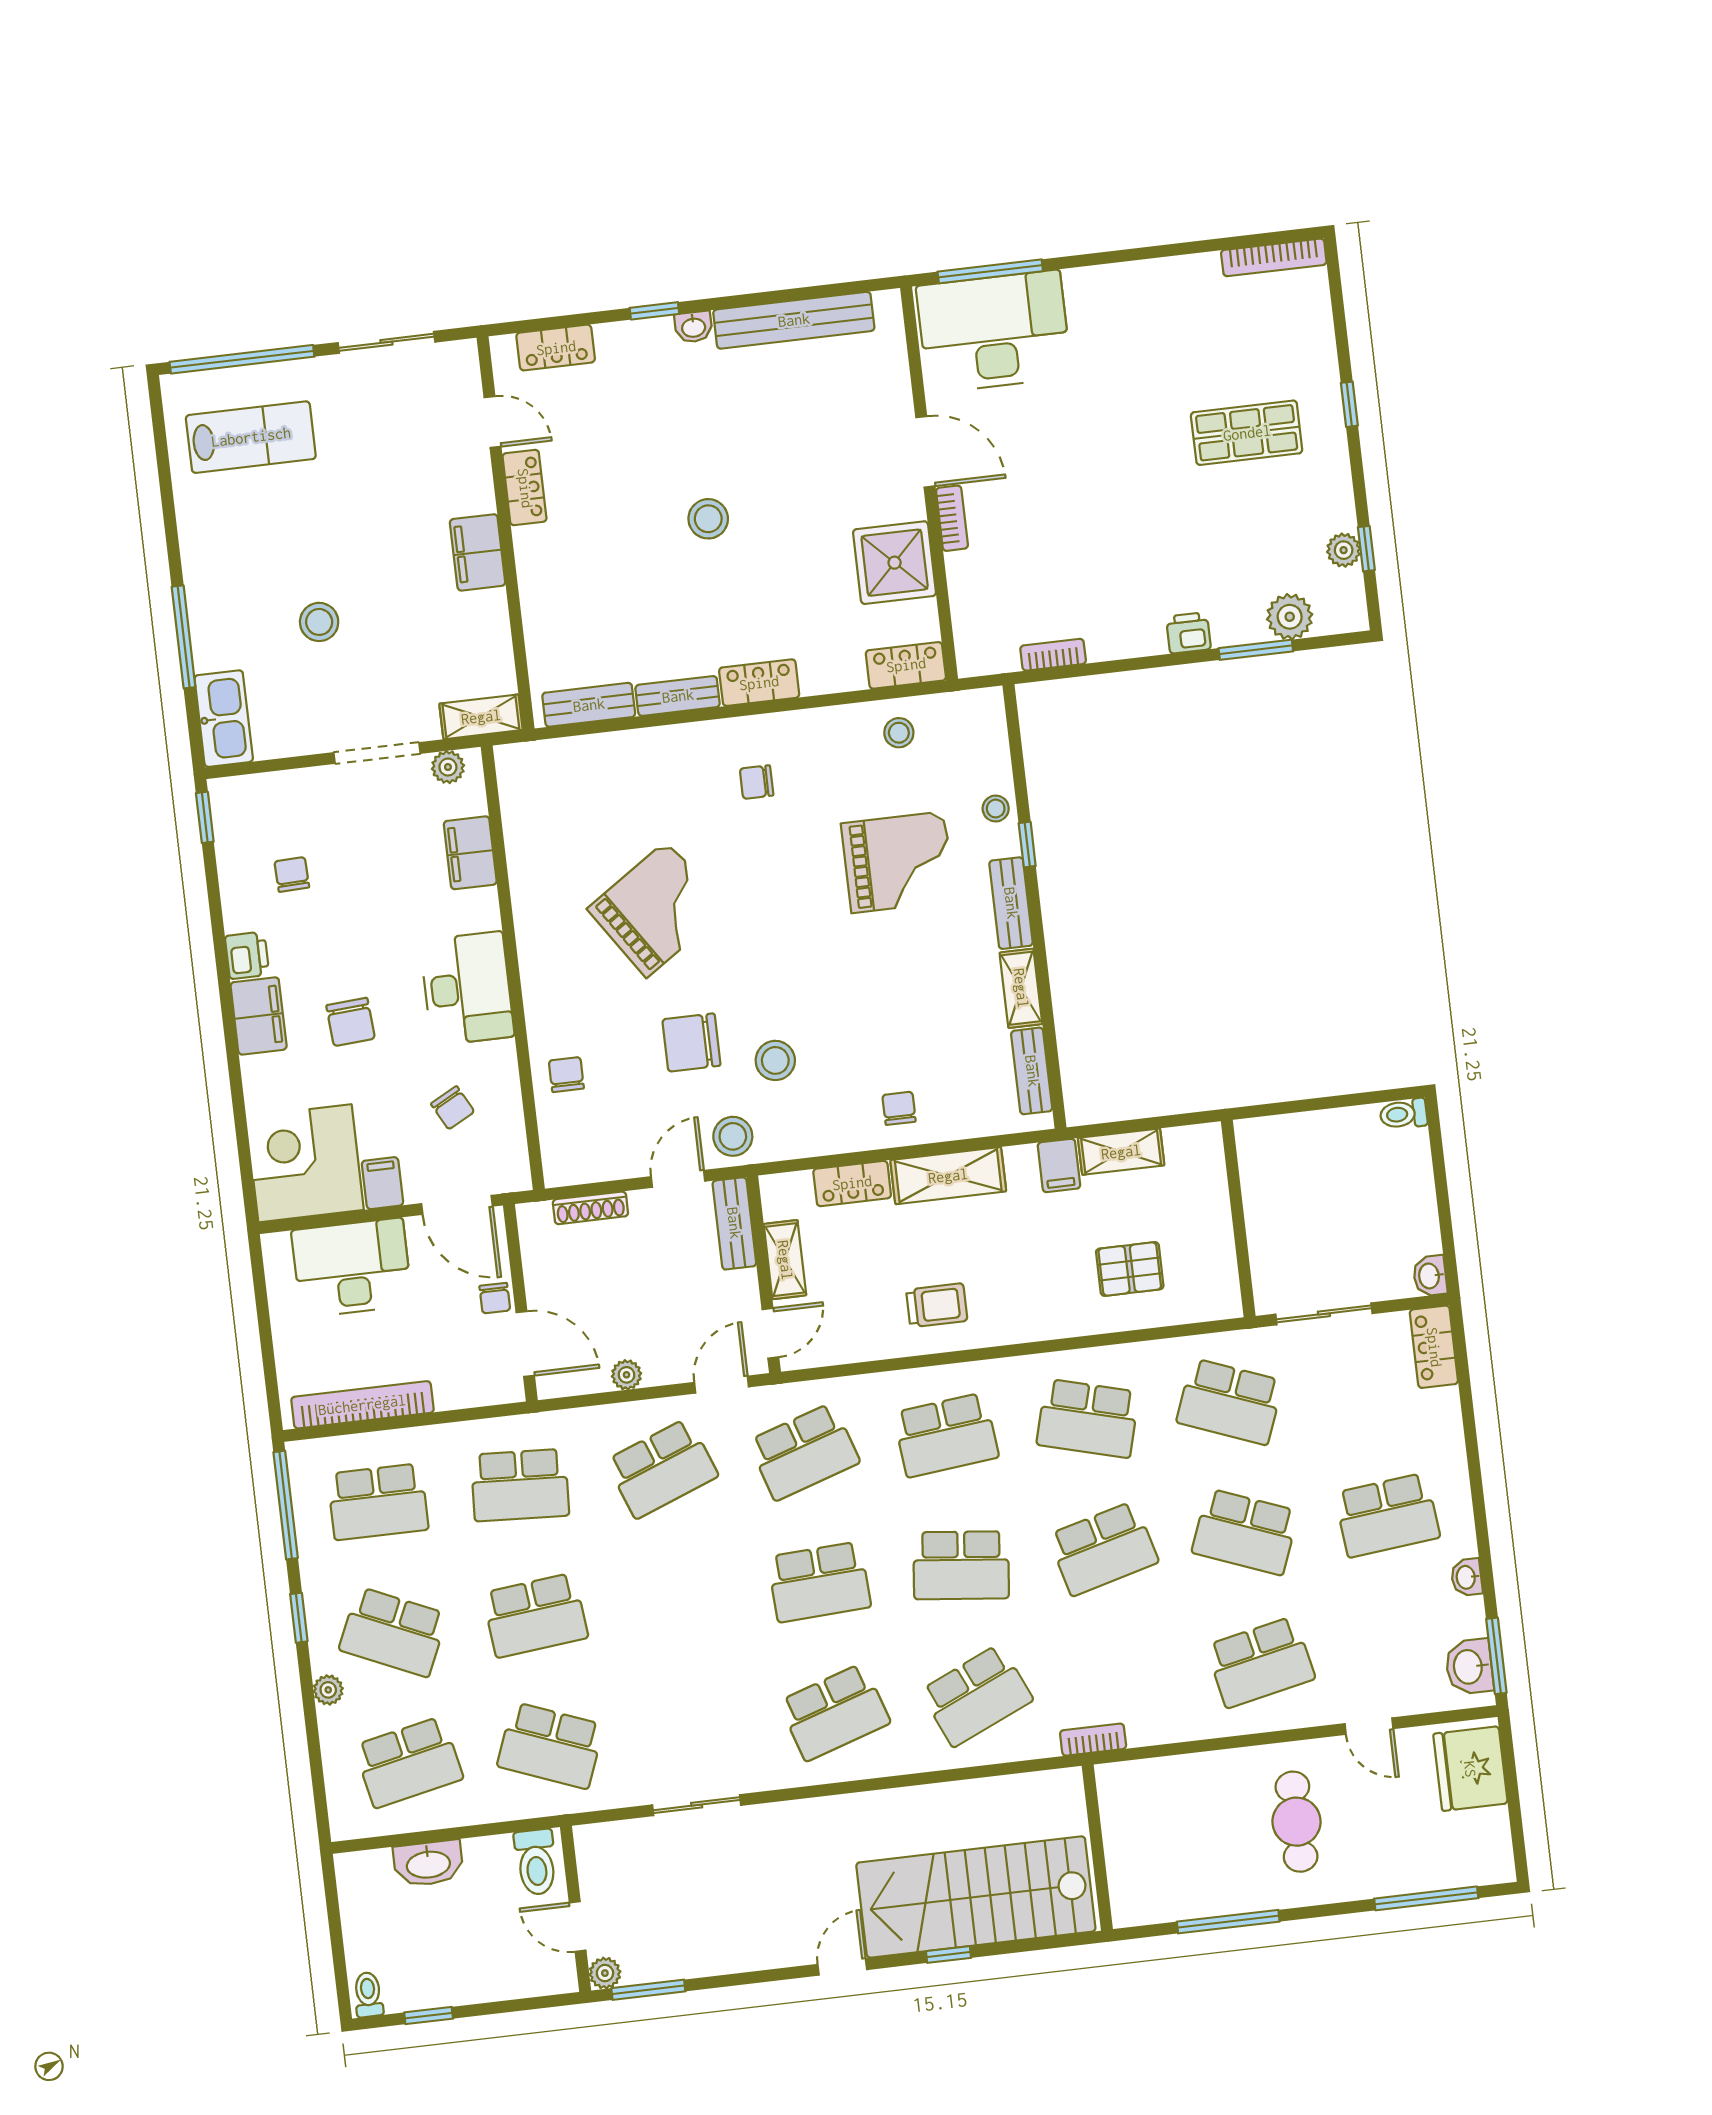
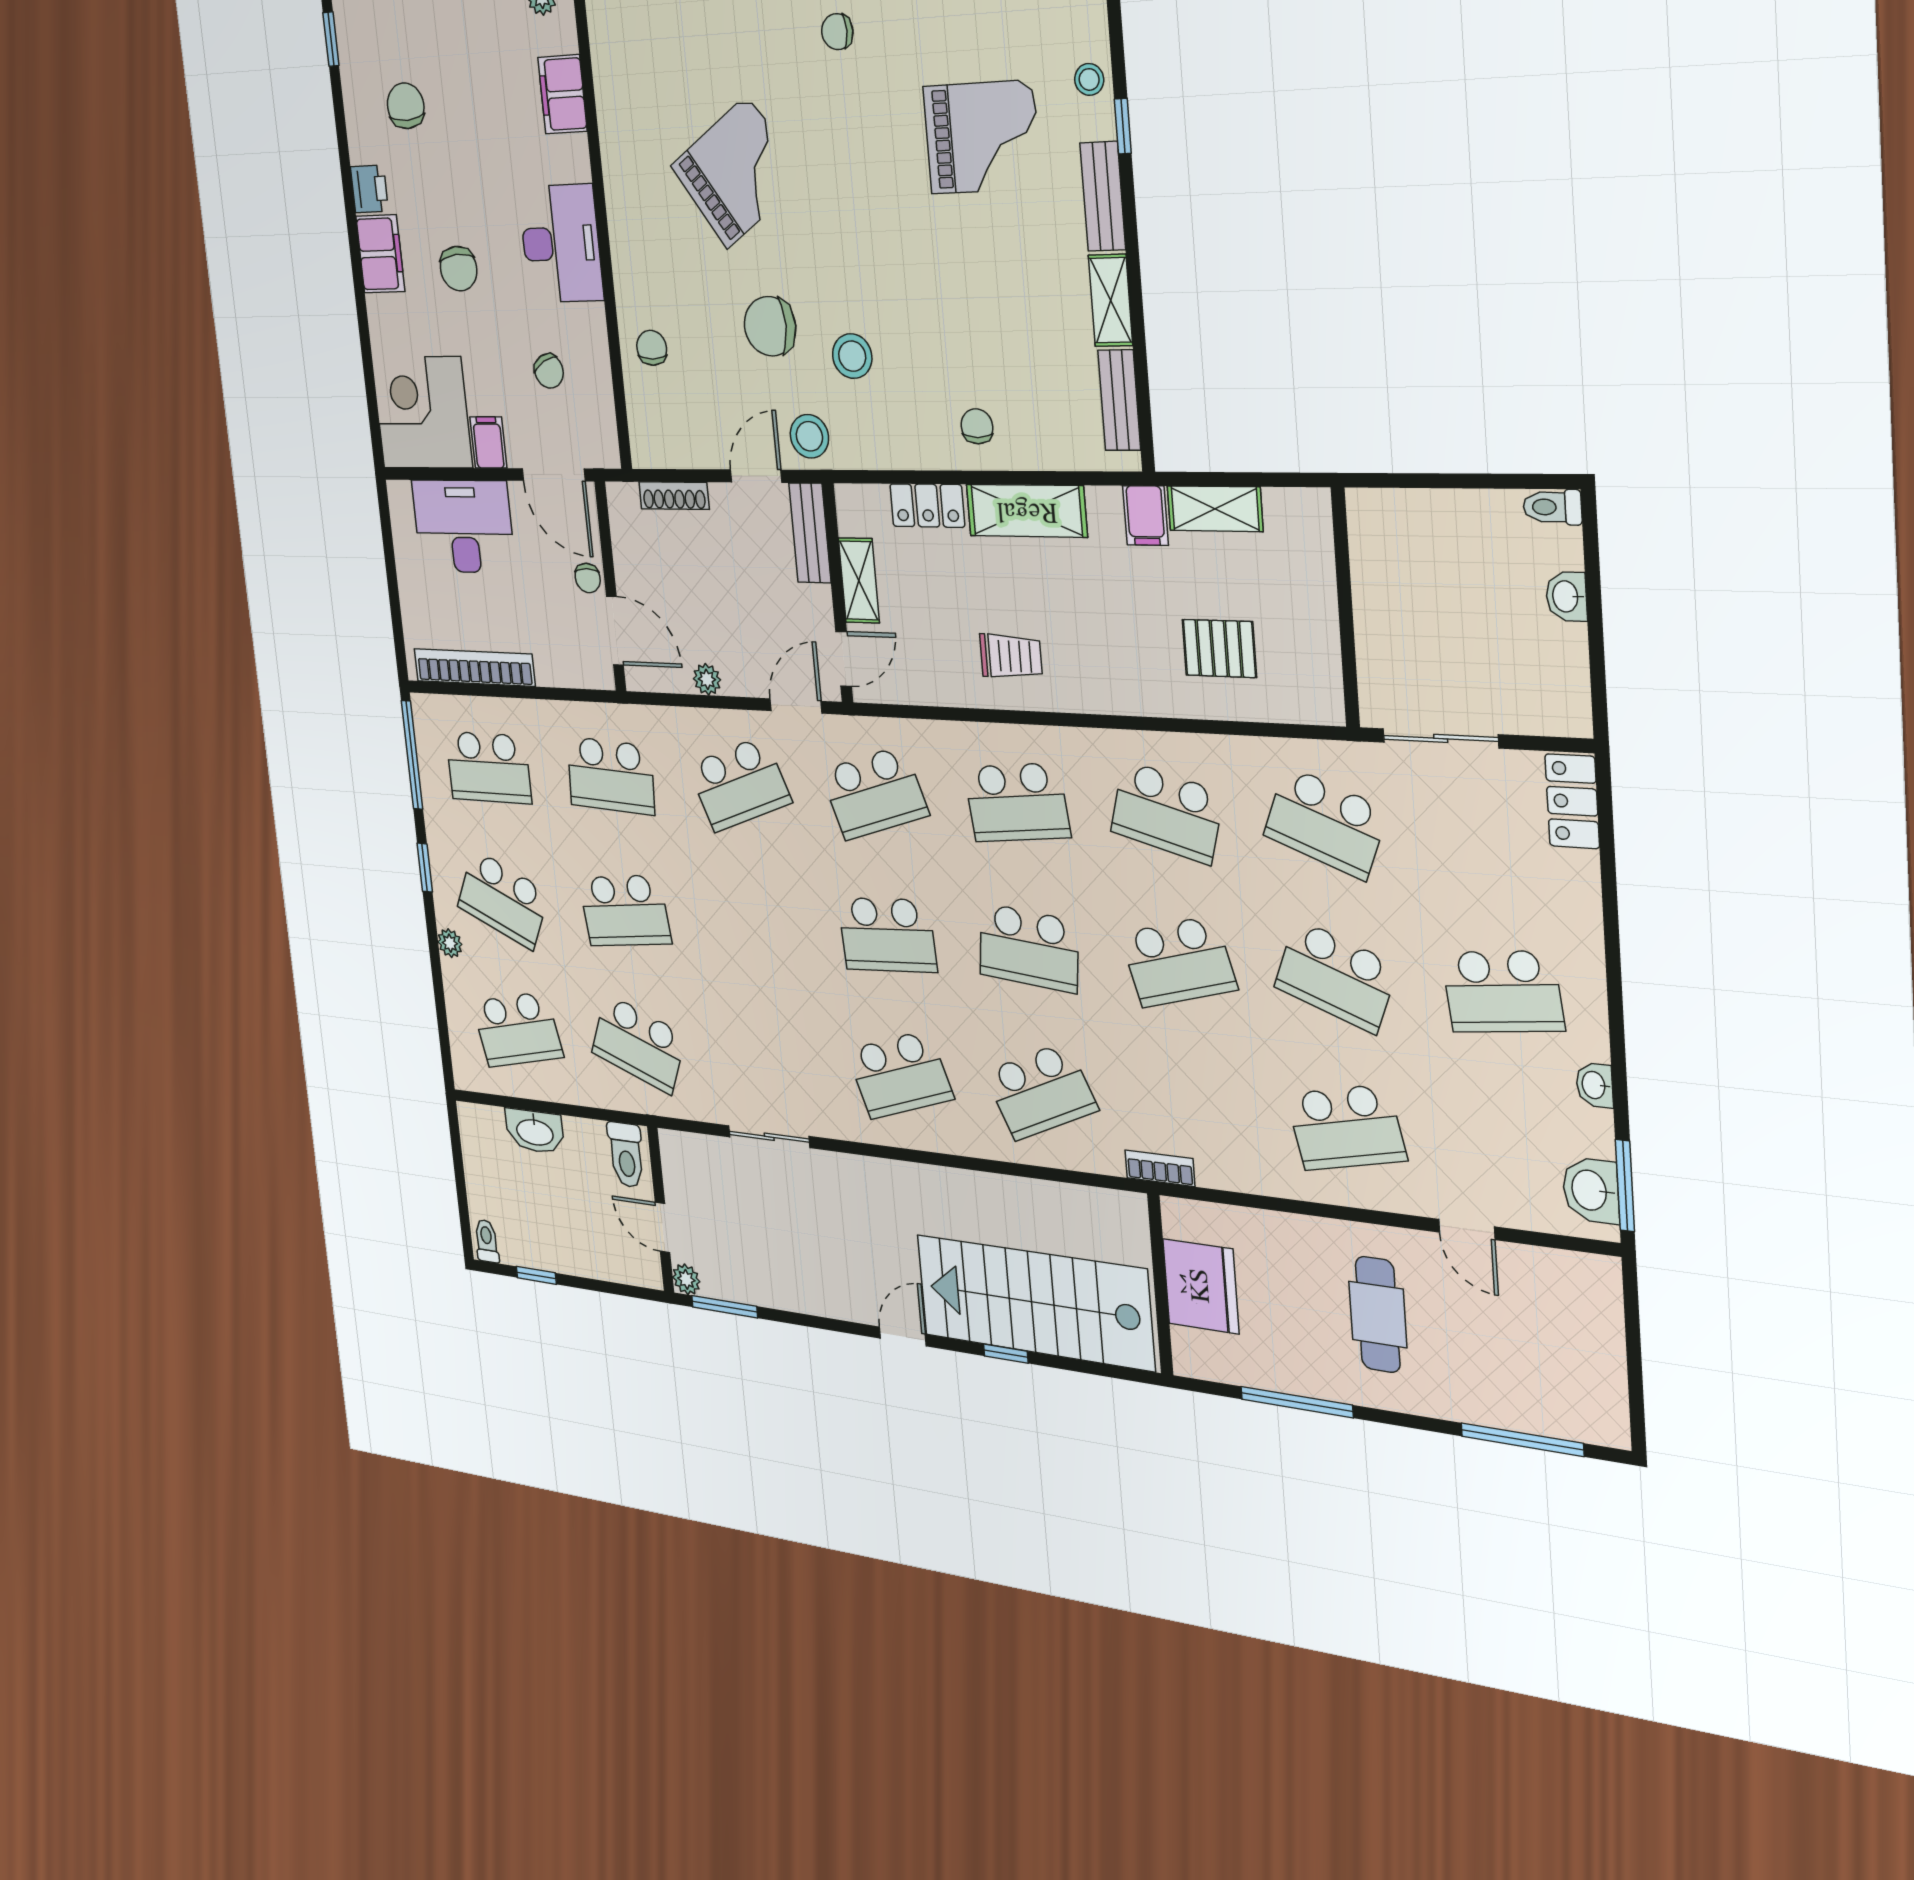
chair: (292, 874) -> (406, 106), width x1.37, depth x1.37
washbasin: (1430, 1276) -> (1566, 596), moved
fridge: (1470, 1769) -> (1201, 1286), moved, turned 180

